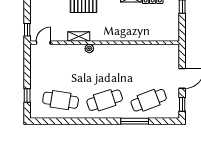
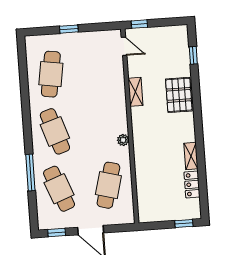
plant: (89, 49) -> (123, 140), moved
cafe table: (149, 62) -> (108, 185), added
window: (27, 96) -> (69, 29), moved

